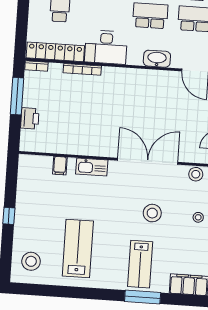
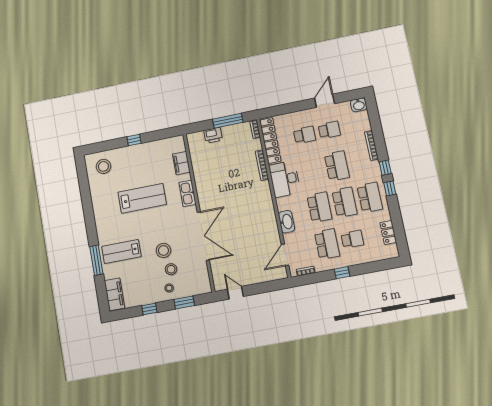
filing cabinet: (60, 166) -> (181, 163), width x2.00
stool: (196, 174) -> (171, 269), moved
lab bench: (78, 249) -> (142, 198), moved

